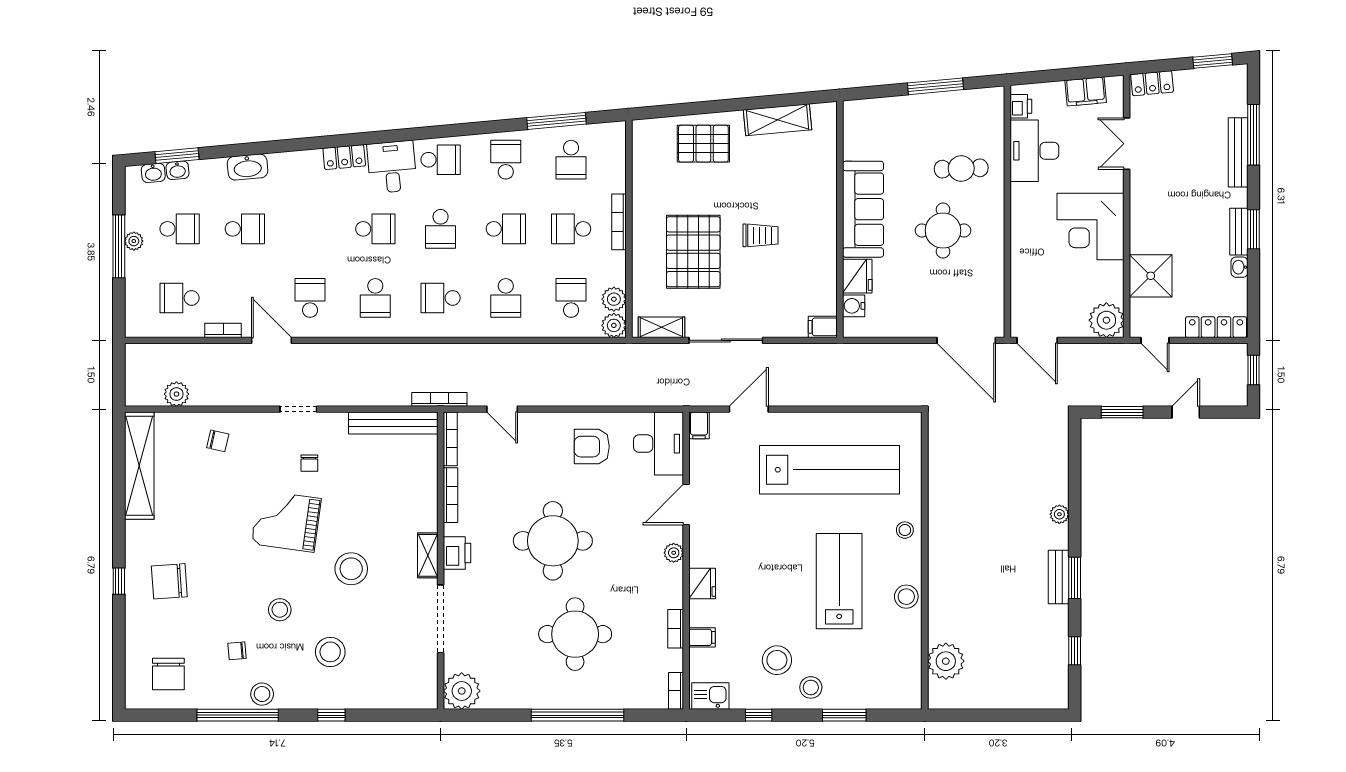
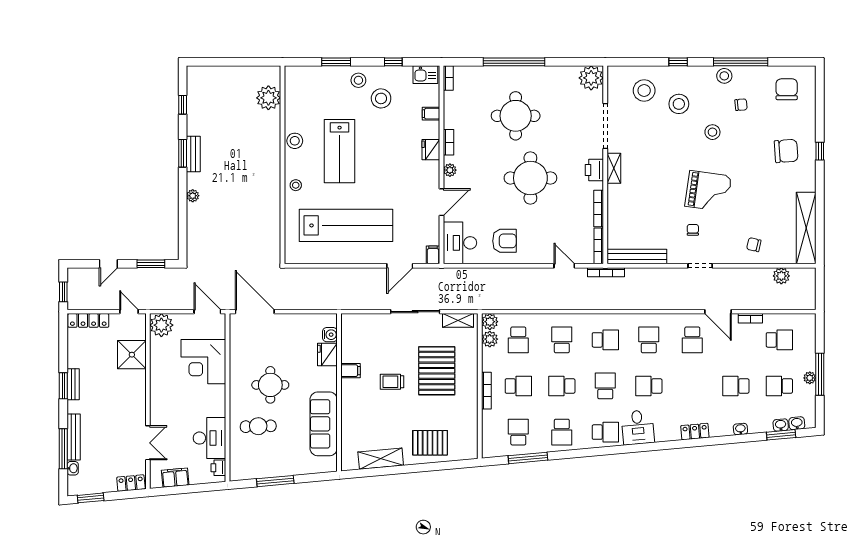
locker: (344, 157) -> (695, 432), moved
school desk: (441, 160) -> (605, 432), turned 180
washbasin: (248, 167) -> (740, 429), width x0.52, depth x0.69
sofa: (863, 209) -> (324, 424), moved
corner desk: (1091, 226) -> (203, 362), moved, turned 180
washbasin: (1239, 267) -> (73, 468), moved
filing cabinet: (823, 327) -> (350, 371), moved
lab bench: (829, 470) -> (346, 225), turned 180
stool: (351, 569) -> (644, 90), moved
bookcase: (676, 629) -> (449, 142), moved

